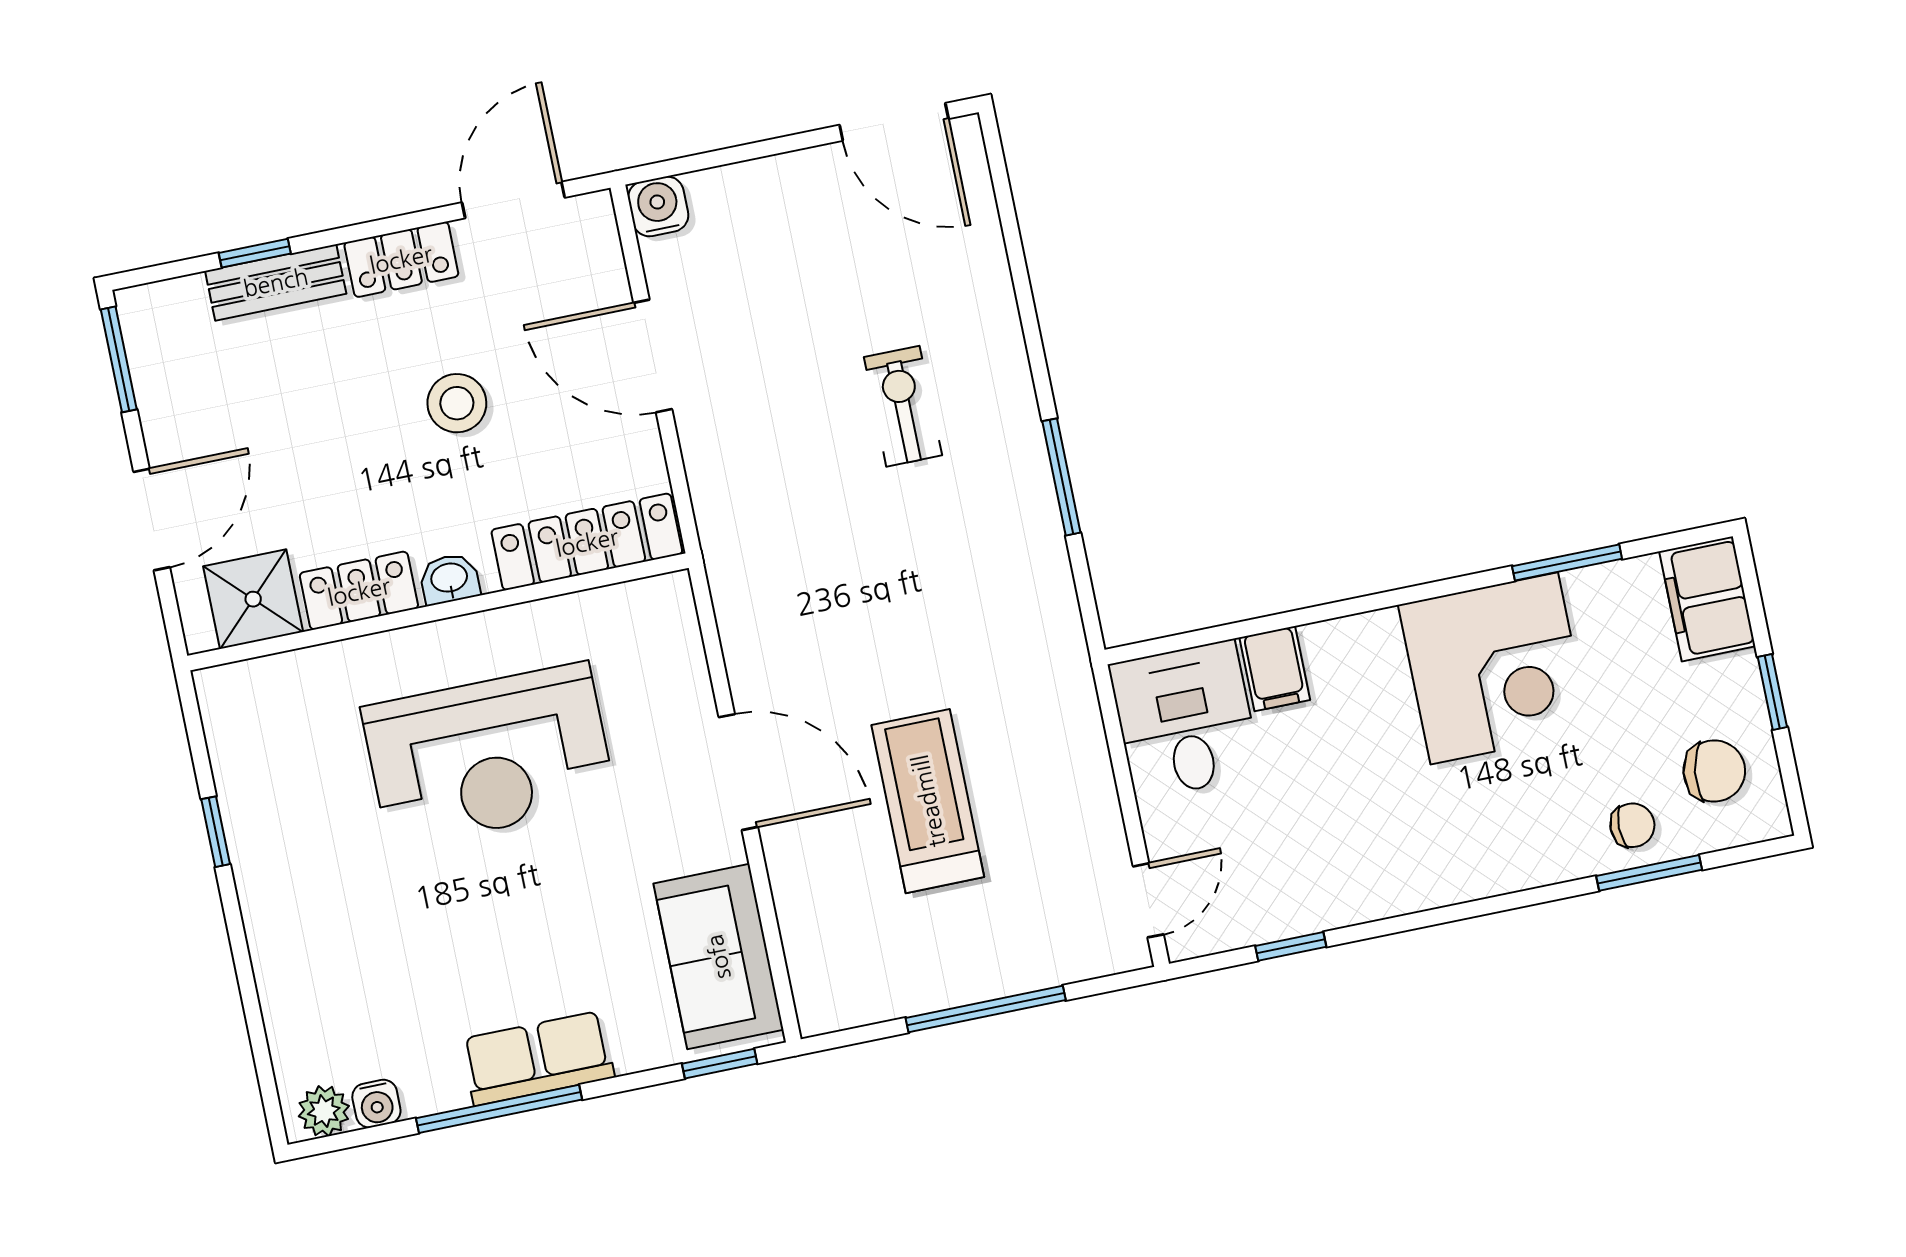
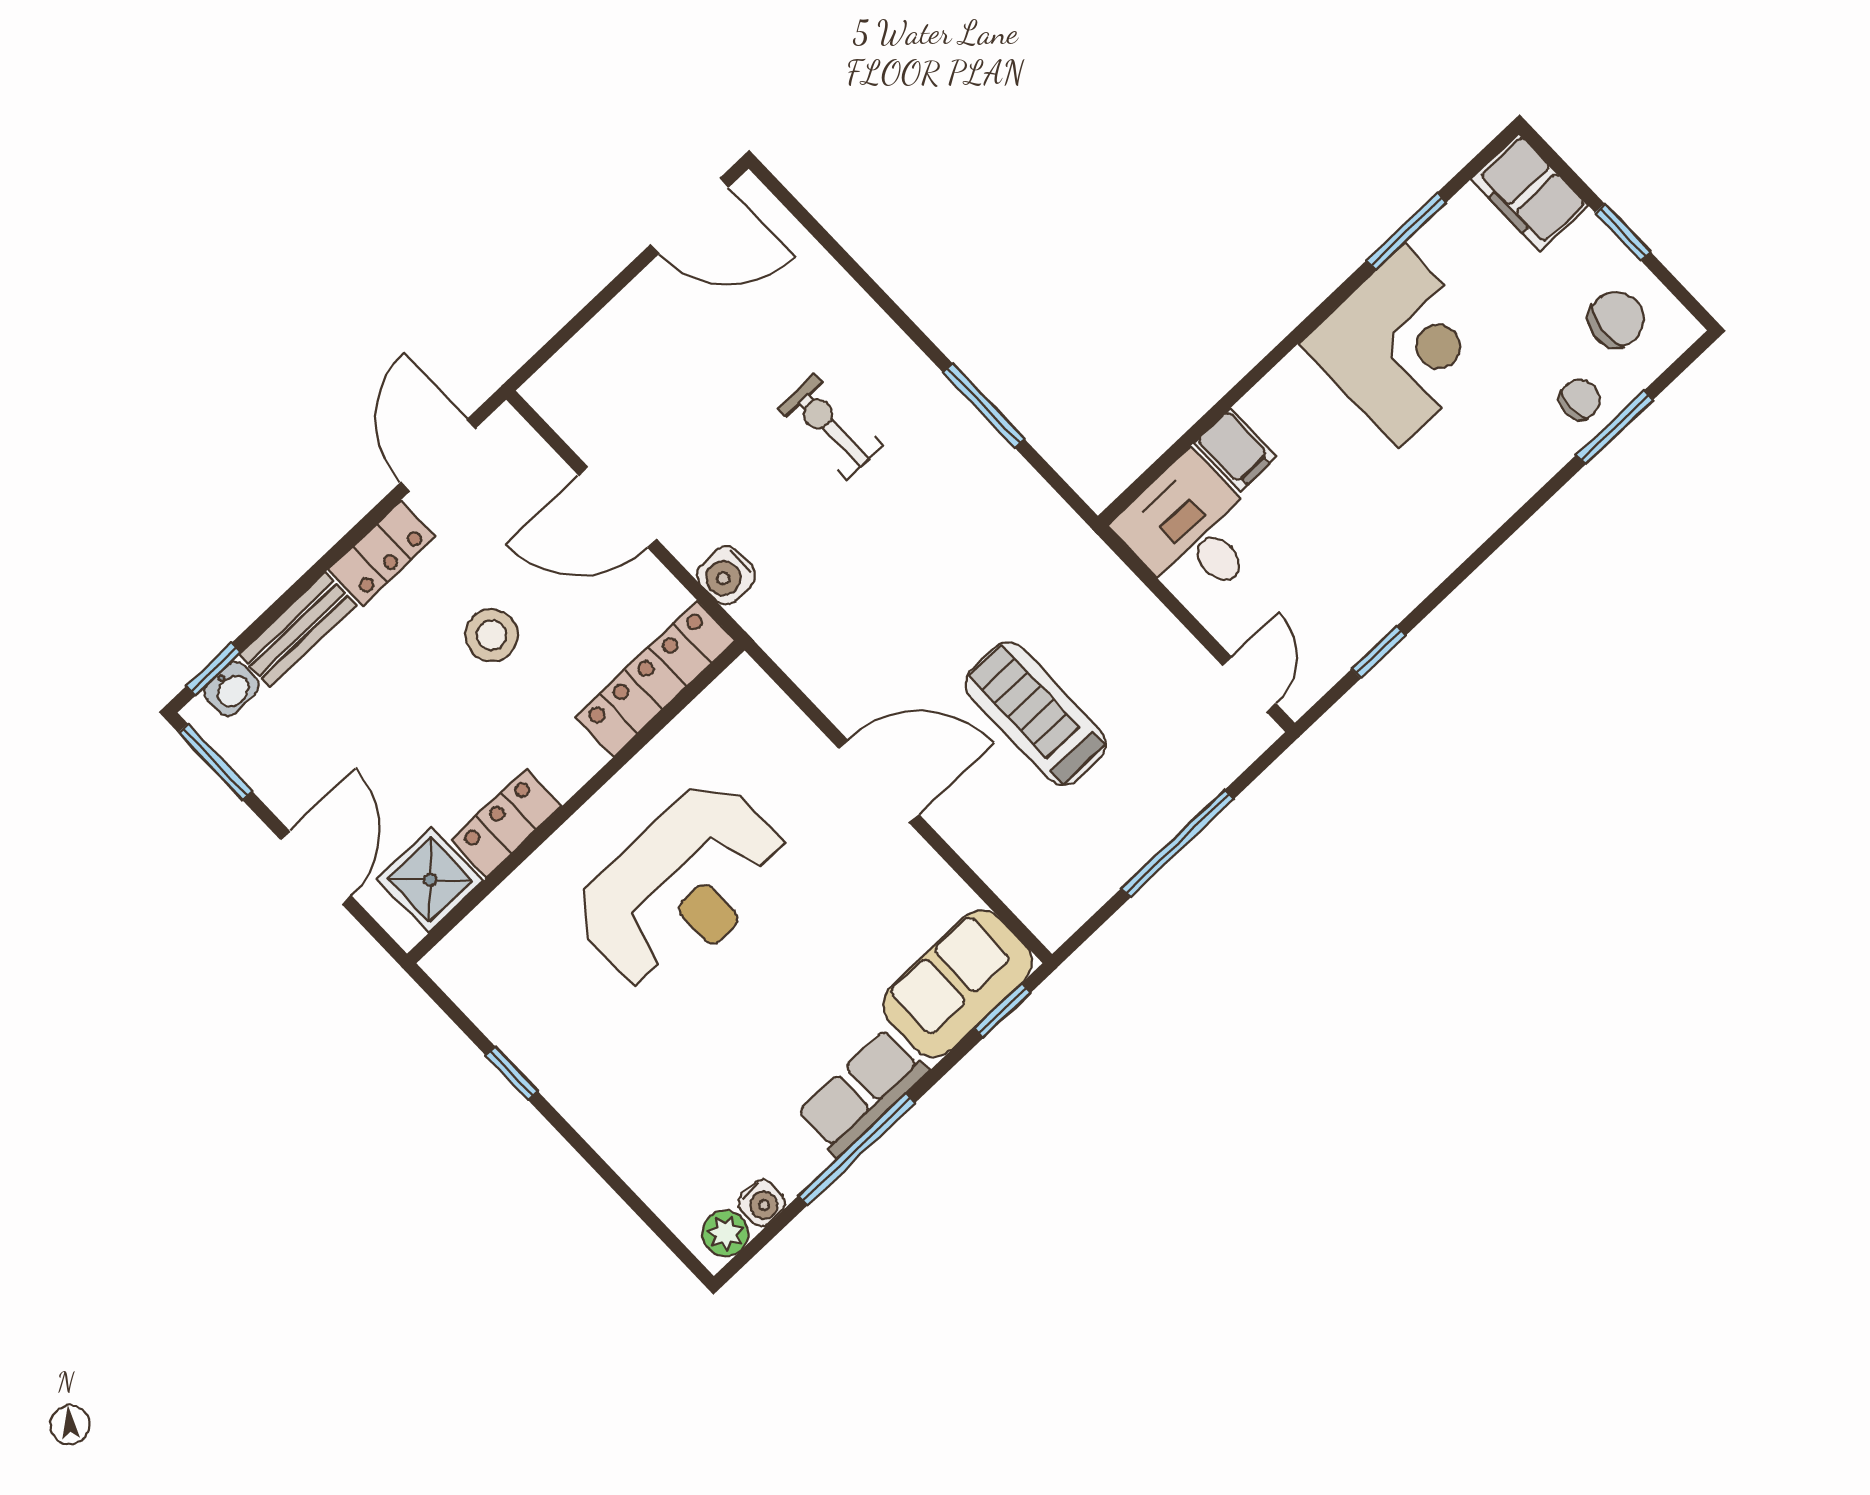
water cooler: (658, 206) -> (726, 575), moved, turned -90
window: (255, 253) -> (213, 669), moved
washbasin: (449, 579) -> (231, 689), moved, turned 180
sofa: (718, 957) -> (958, 984), moved, turned 90

